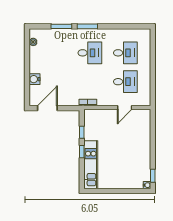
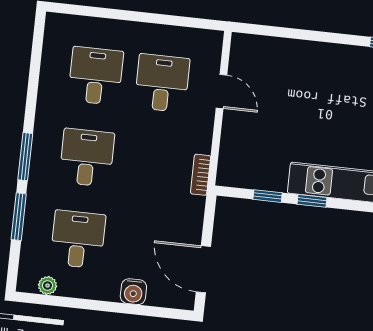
desk: (54, 53) -> (78, 239), added

